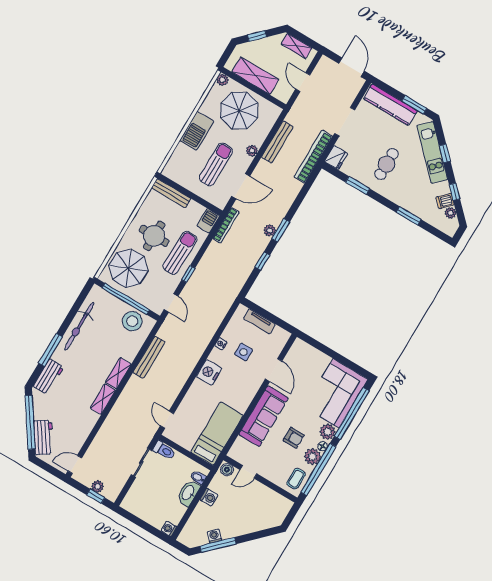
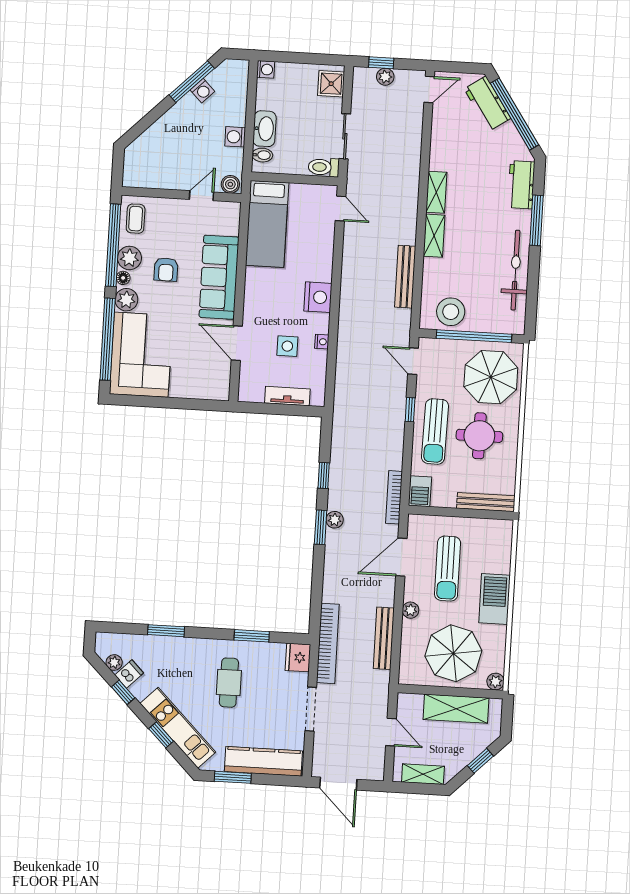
armchair: (294, 438) -> (166, 269), turned -90
shower: (133, 499) -> (331, 84), added

